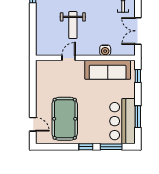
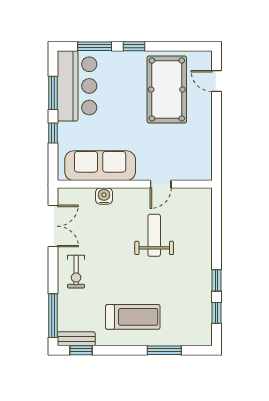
window: (138, 76) -> (53, 133), moved

